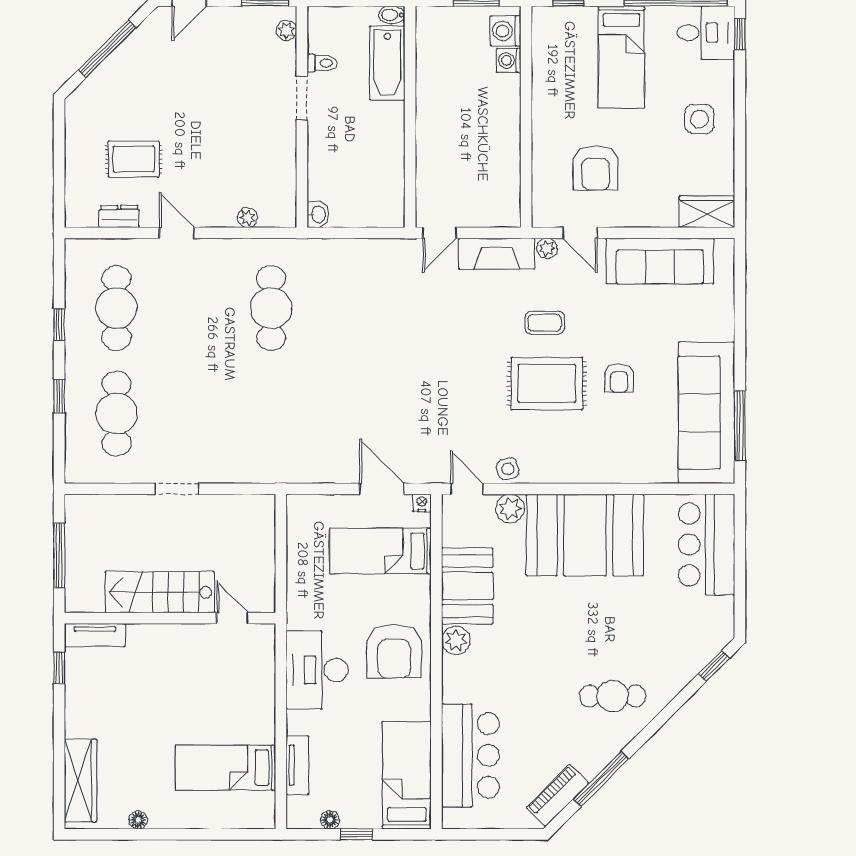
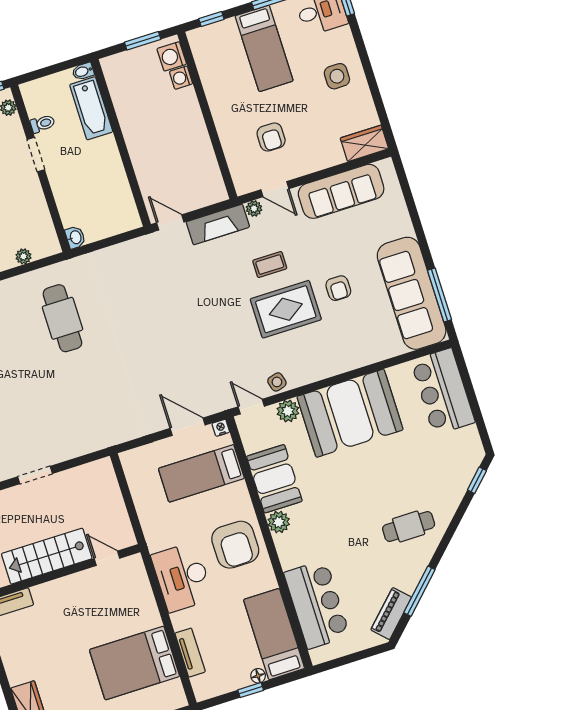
armchair: (596, 168) -> (271, 137), width x0.72, depth x0.72
door: (440, 233) -> (170, 222), swing flipped
bed: (225, 768) -> (134, 663), width x1.50
floor lamp: (330, 820) -> (258, 676), moved

